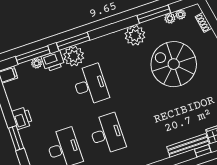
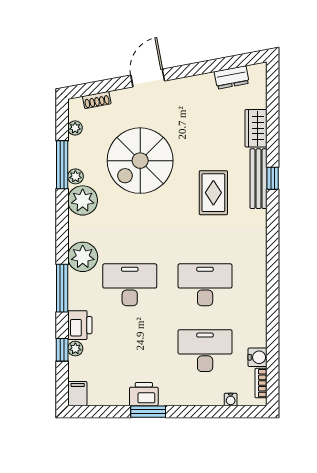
plant: (170, 18) -> (75, 176), moved
window: (33, 55) -> (62, 350), width x0.46
plant: (74, 56) -> (83, 257), moved
rug: (169, 119) -> (213, 193), added
window: (16, 138) -> (148, 412), moved
window: (203, 151) -> (273, 178), moved

